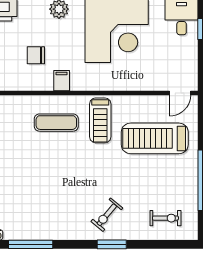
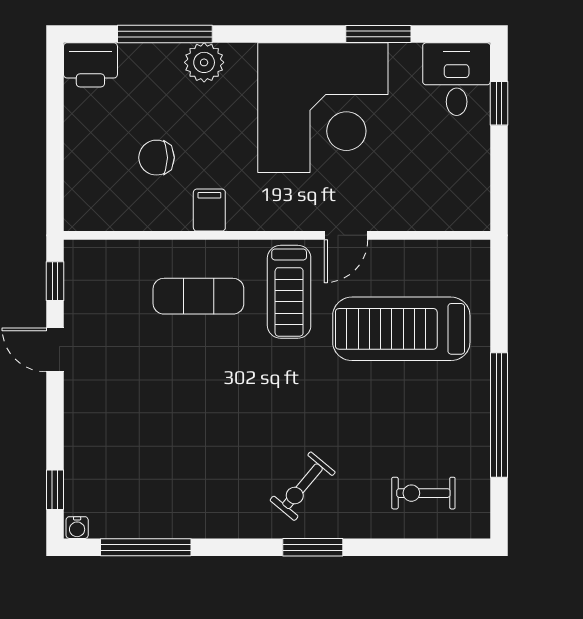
door: (180, 93) -> (346, 235), moved
exercise bike: (165, 218) -> (423, 493), turned 180

